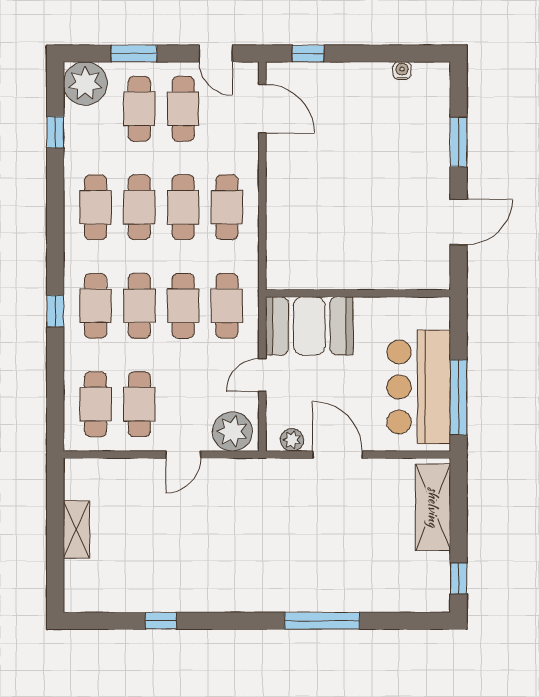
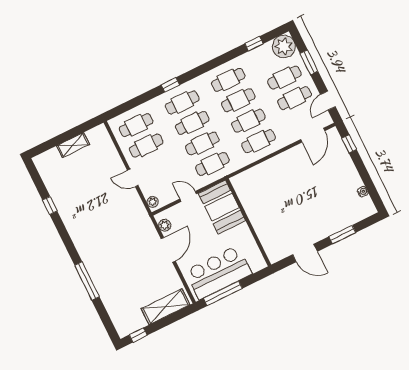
plant: (232, 431) -> (153, 202), width x0.53, depth x0.53

